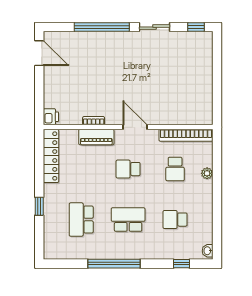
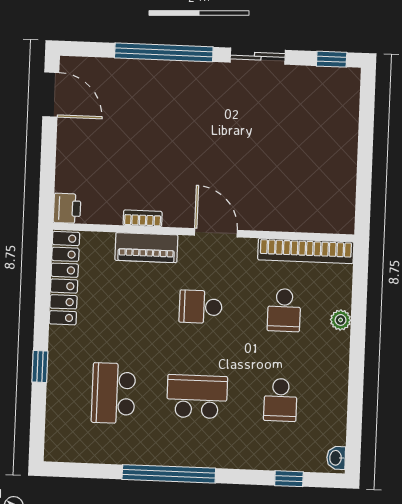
school desk: (175, 220) -> (280, 400), turned -90

